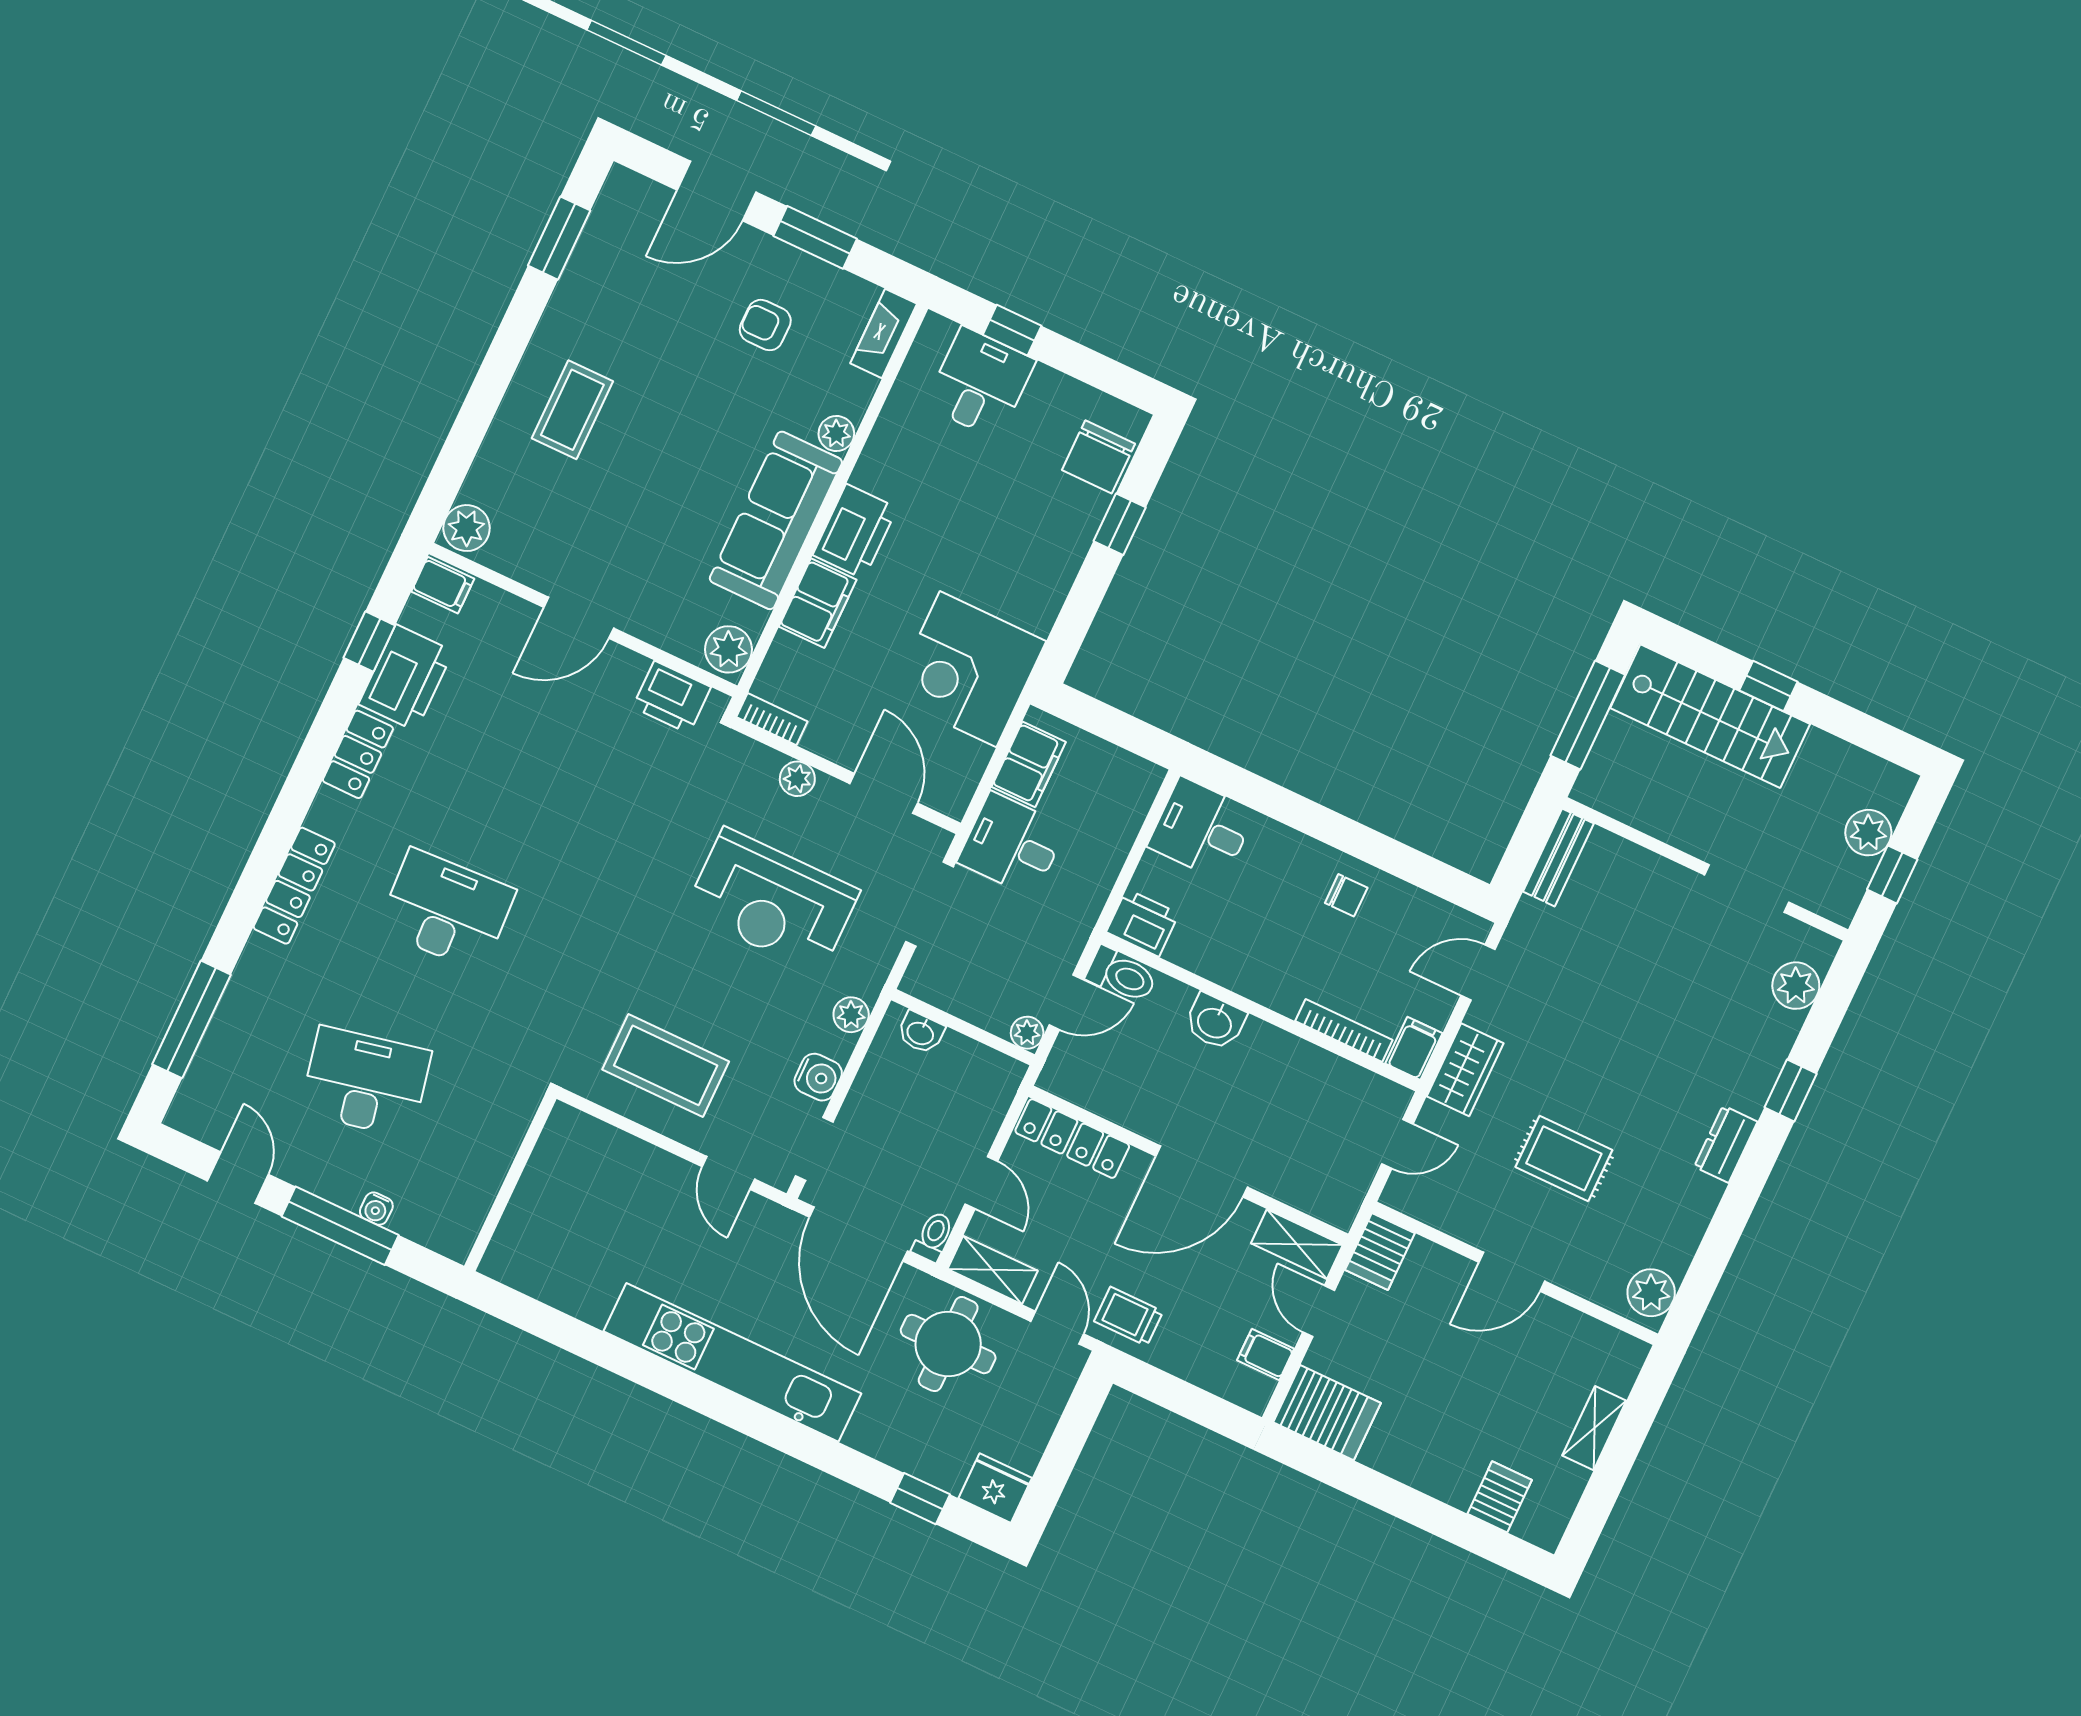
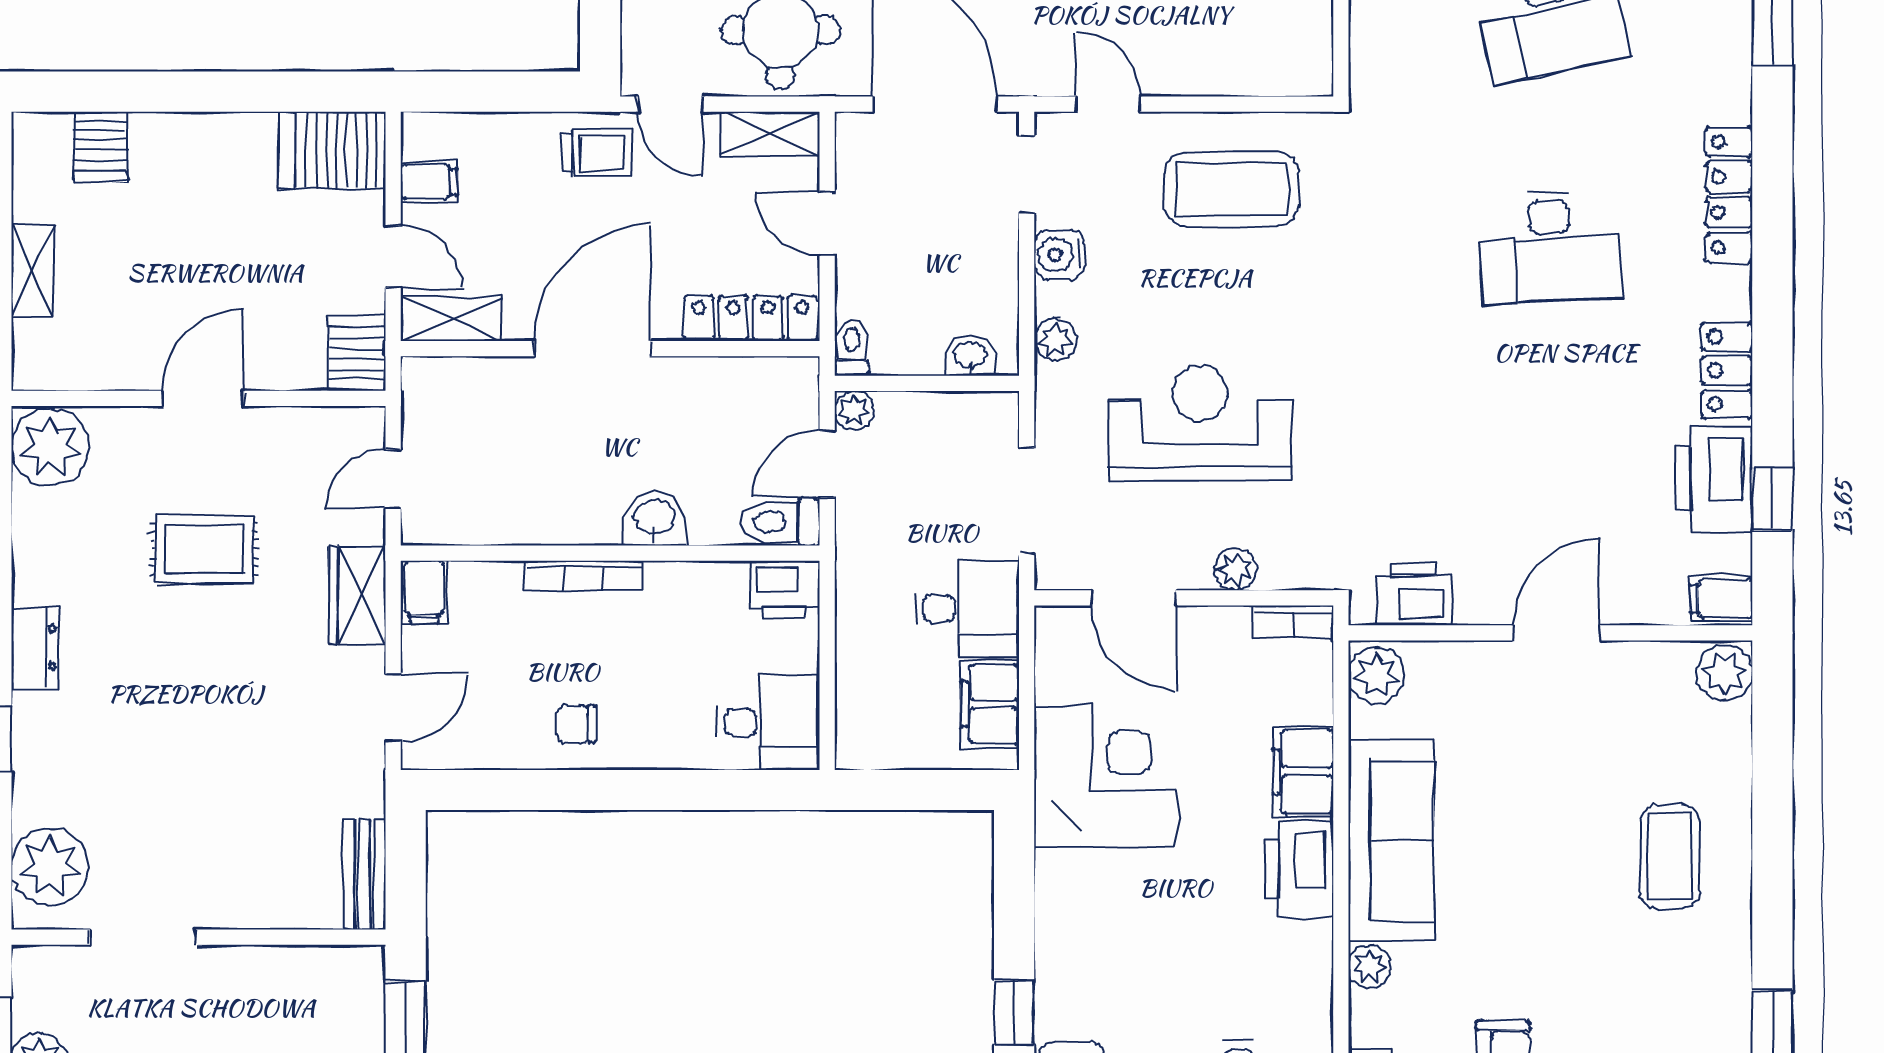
plant: (1796, 986) -> (50, 867), width x1.36, depth x1.36
bookcase: (1344, 1031) -> (584, 575), moved
toilet: (933, 1237) -> (852, 348), moved, turned 180
plant: (1651, 1293) -> (50, 447), width x1.36, depth x1.36

